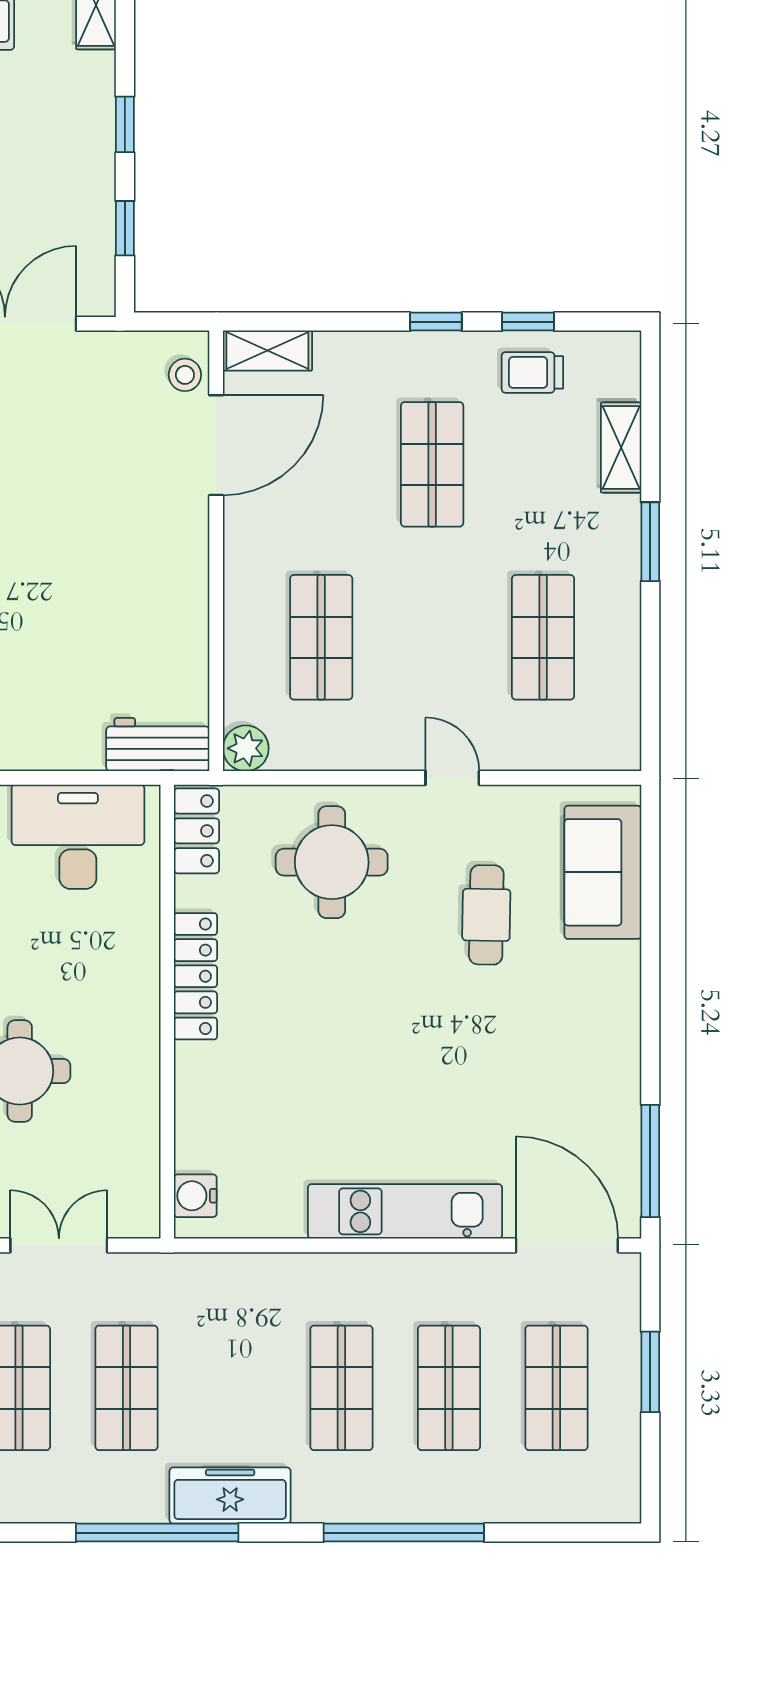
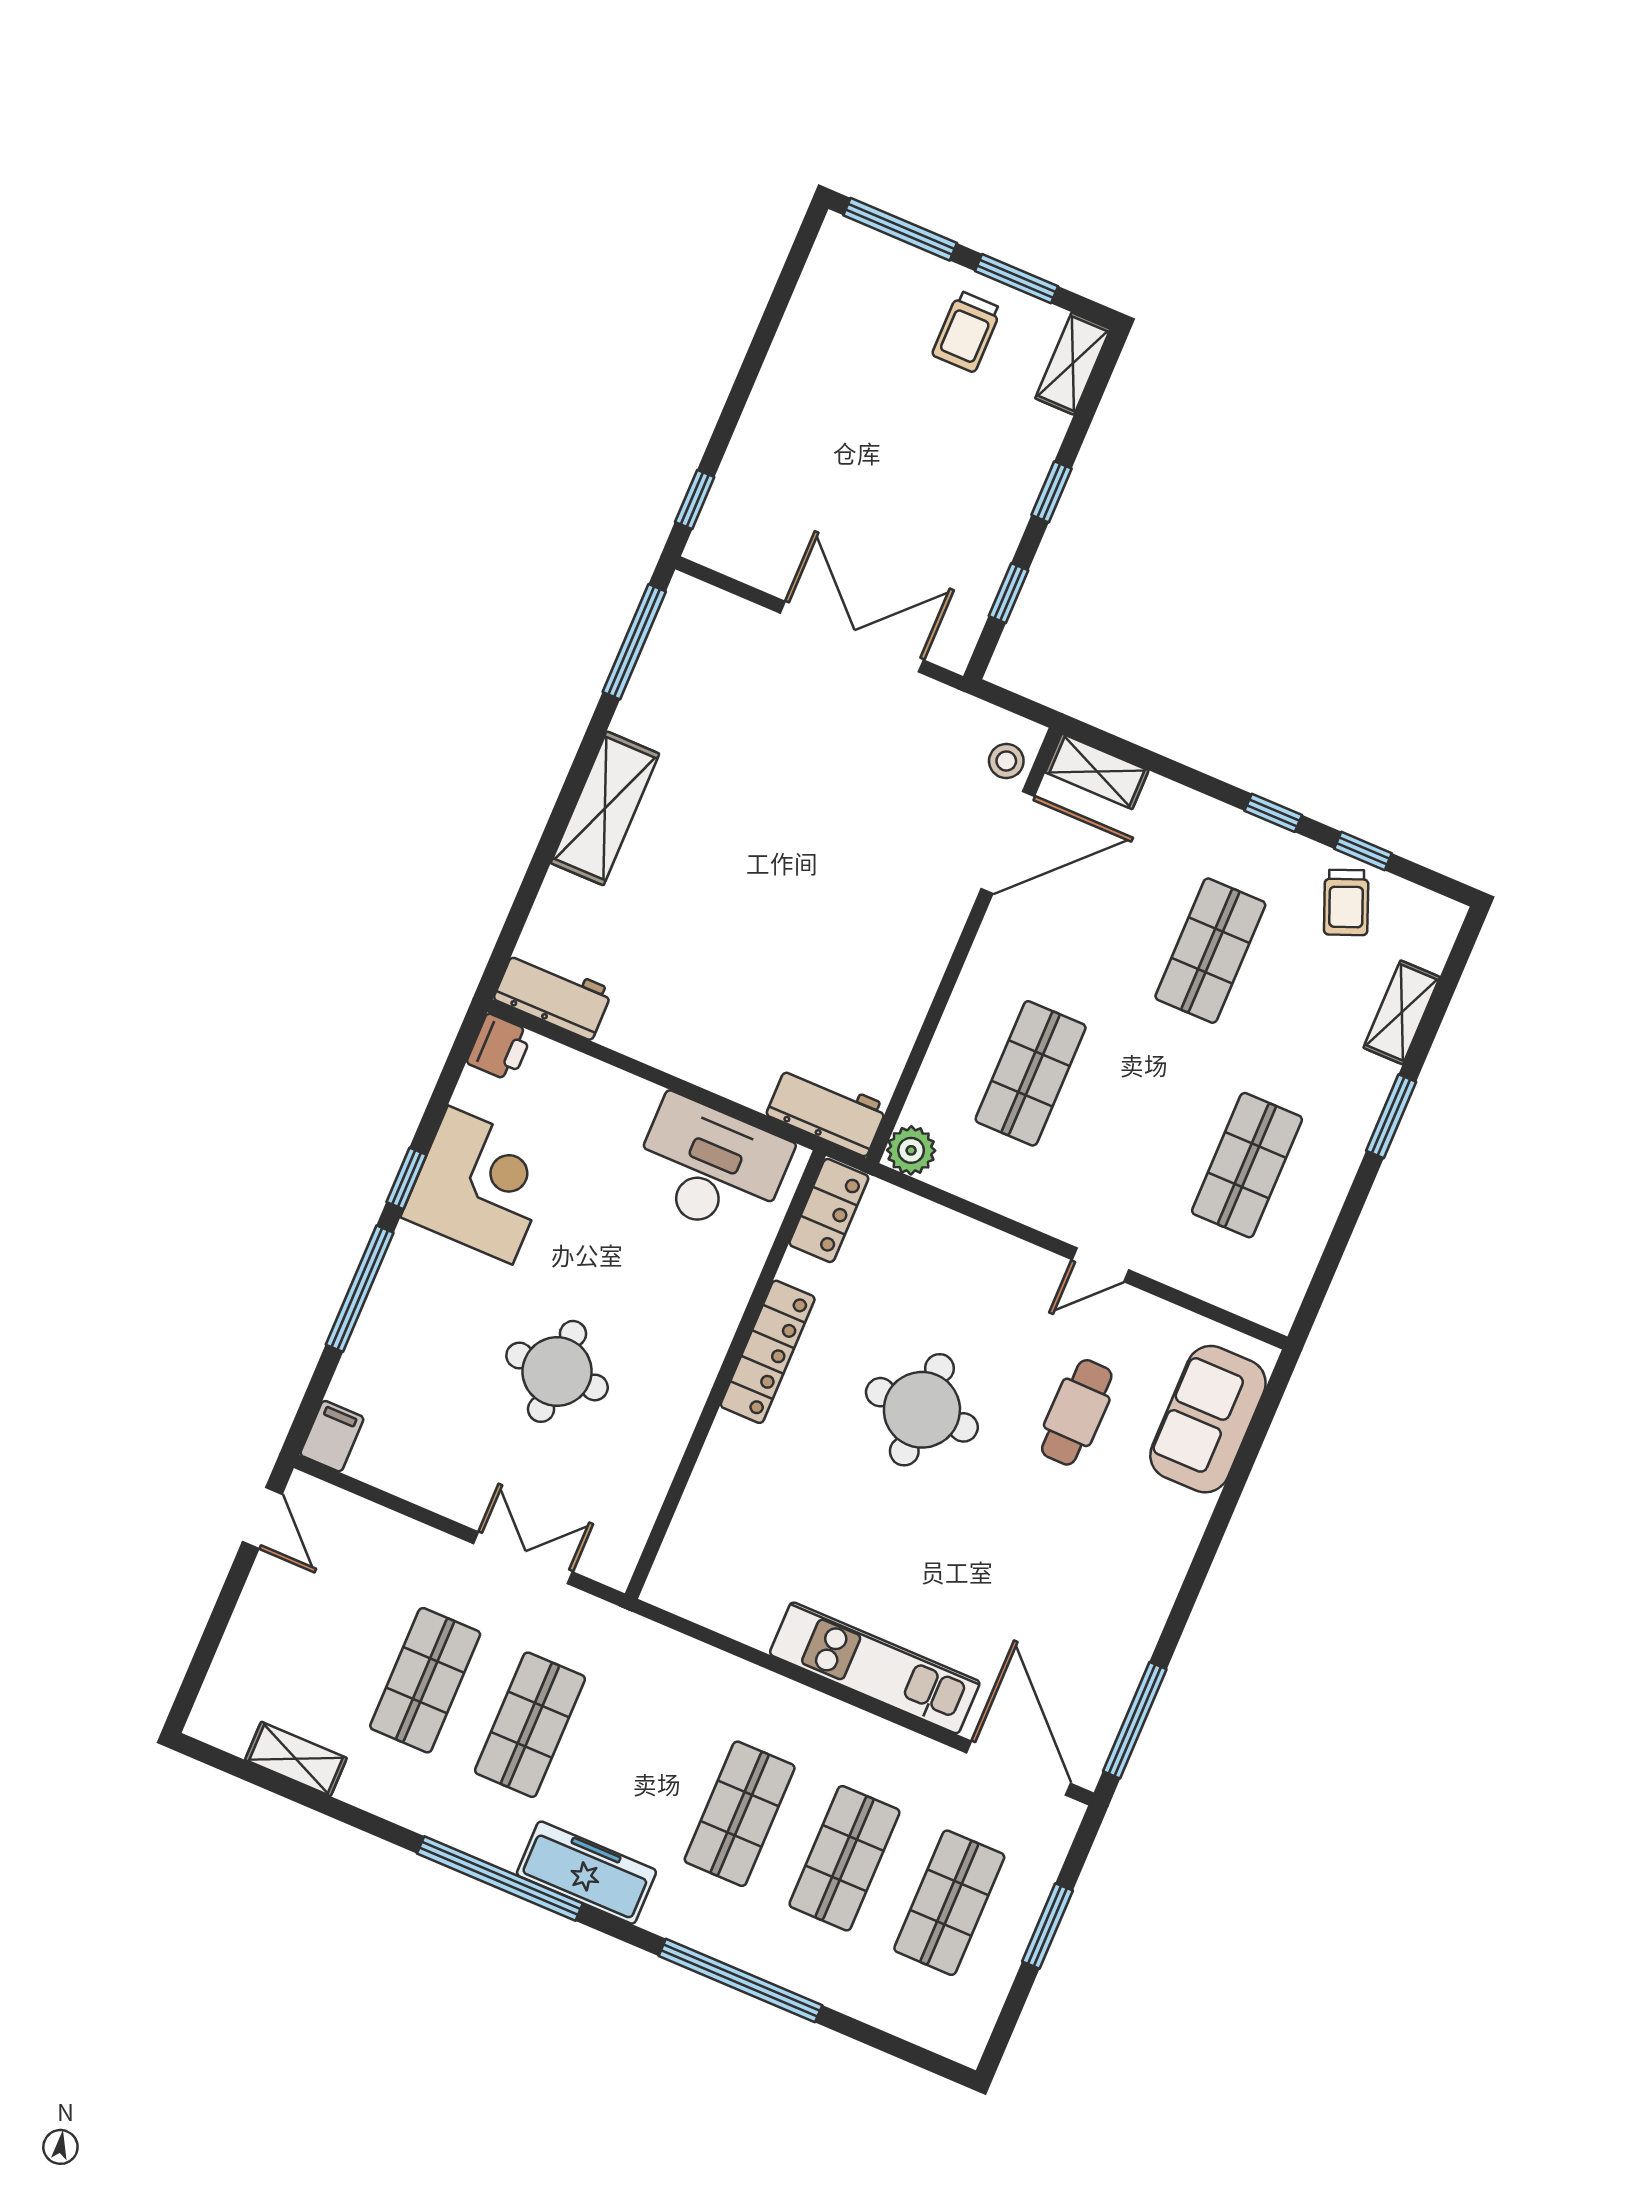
trolley: (532, 372) -> (1346, 902), turned -112
door: (452, 778) -> (1100, 1265), swing flipped
round table: (332, 862) -> (922, 1410), moved
water cooler: (195, 1196) -> (677, 1566), removed

